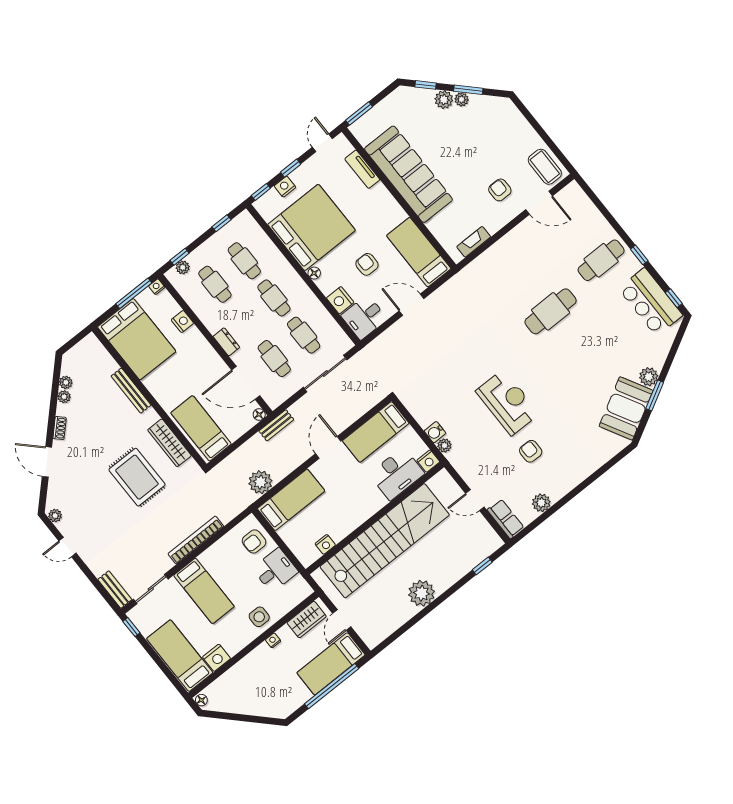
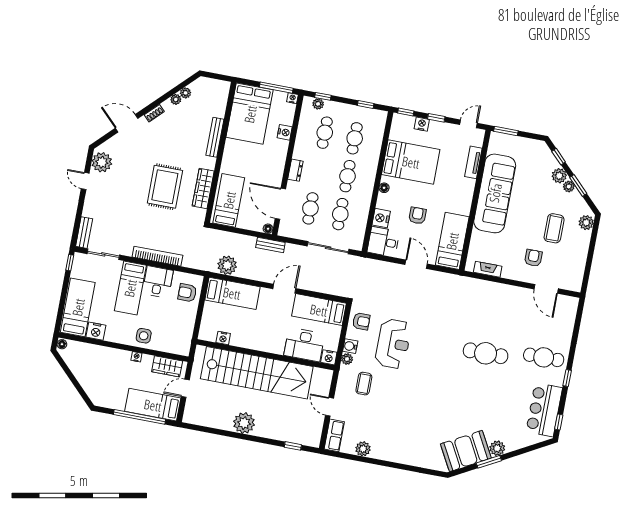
plant: (509, 112) -> (586, 223), added
coffee table: (545, 167) -> (554, 228), moved
bed: (311, 227) -> (411, 162), width x0.73
reception desk: (508, 402) -> (393, 344), moved
coffee table: (481, 449) -> (364, 384), added
armchair: (531, 451) -> (361, 321), moved, turned 90
door: (47, 462) -> (127, 123), hinge flipped
plant: (55, 516) -> (102, 162), width x1.88, depth x1.88
desk: (275, 570) -> (158, 282), moved, turned -90

